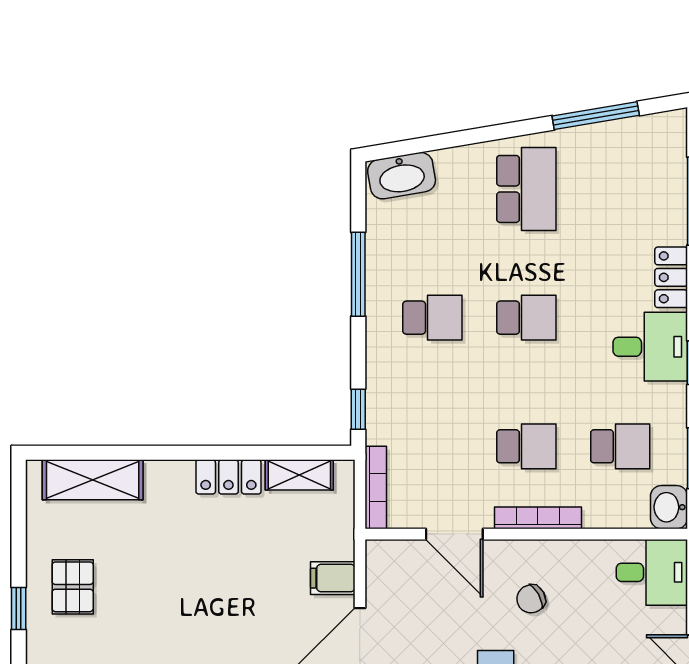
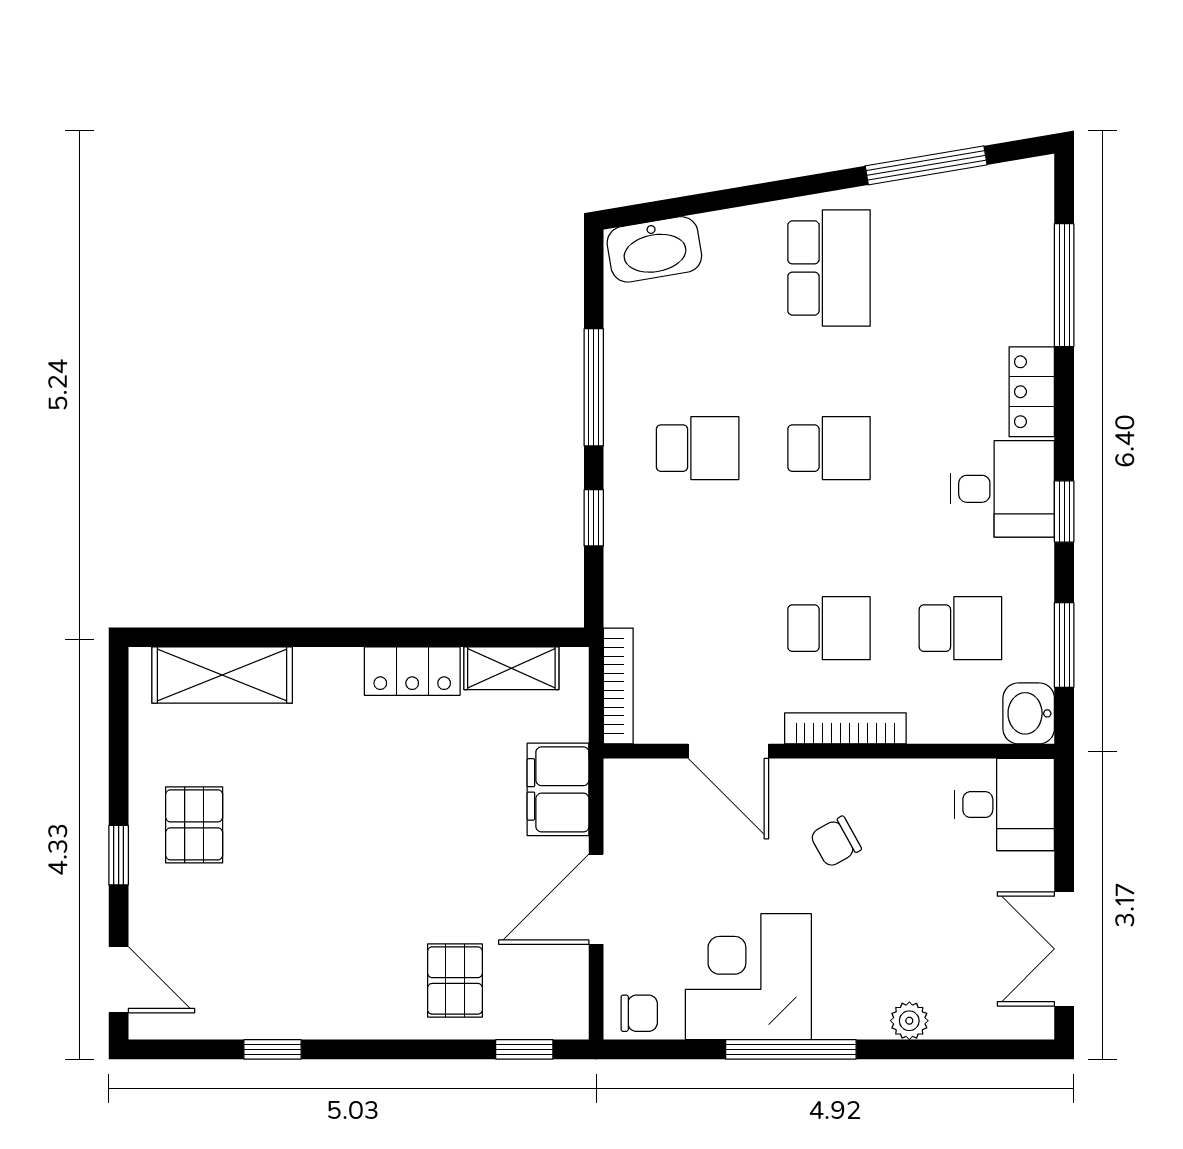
window: (358, 409) -> (594, 518), moved
filing cabinet: (333, 578) -> (558, 789), width x2.00

